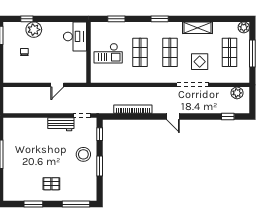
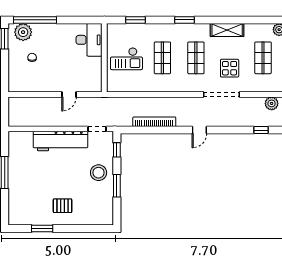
window: (27, 19) -> (35, 20), width x3.17
plant: (34, 30) -> (23, 32), moved
door: (173, 116) -> (199, 130), hinge flipped
workbench: (61, 124) -> (60, 141), width x1.88, depth x1.32
window: (76, 204) -> (90, 229), removed

